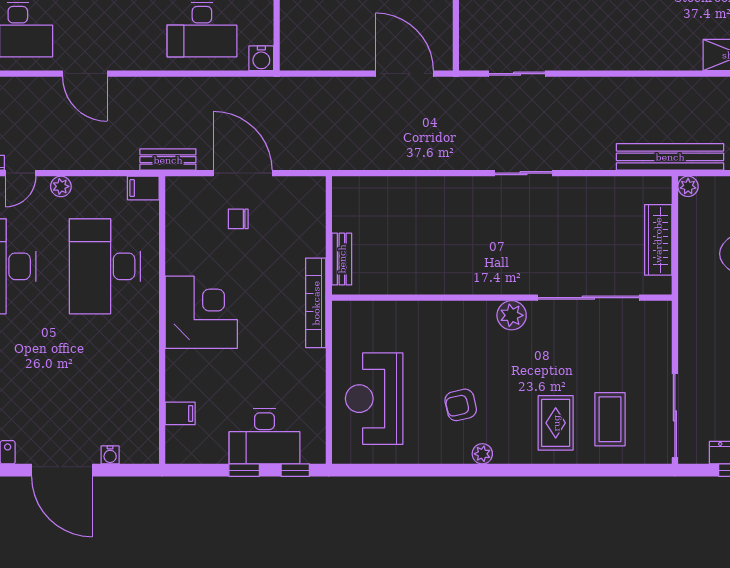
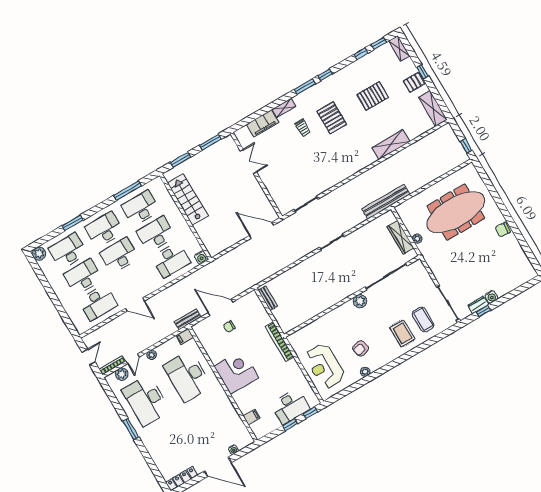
plant: (688, 186) -> (417, 239), moved
bench: (342, 259) -> (268, 298), moved
plant: (482, 454) -> (365, 372), moved

